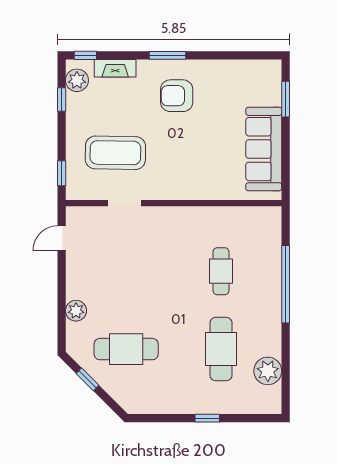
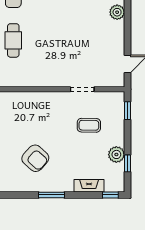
plant: (77, 80) -> (116, 154), moved
armchair: (177, 96) -> (35, 158), moved, turned 42
coffee table: (115, 153) -> (89, 125), width x0.54, depth x0.58

